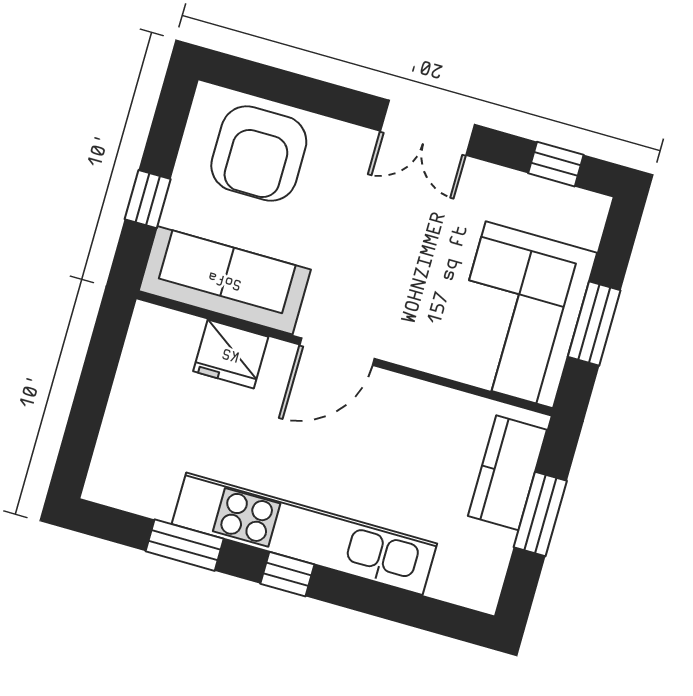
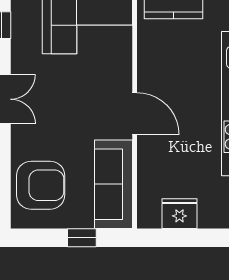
fridge: (231, 354) -> (179, 214), moved, turned -90

